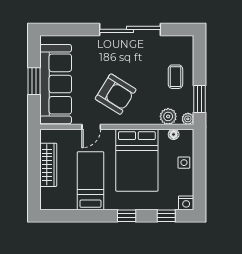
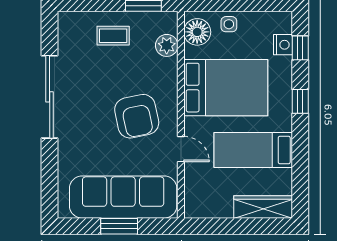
armchair: (116, 94) -> (137, 116), turned 136
plant: (188, 119) -> (170, 19), removed
floor lamp: (174, 134) -> (197, 32), width x1.89, depth x1.89
wardrobe: (48, 165) -> (263, 207), moved
nightstand: (186, 203) -> (283, 45), moved

